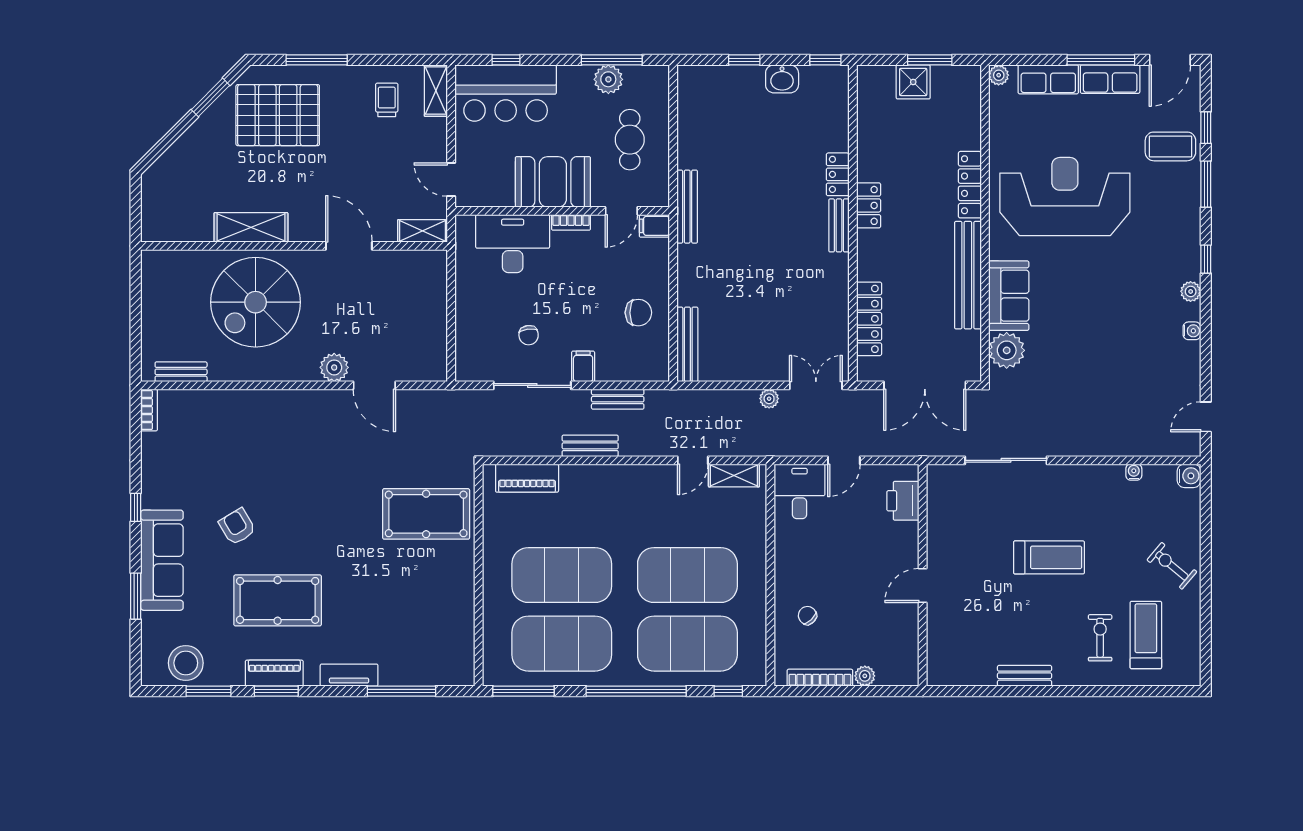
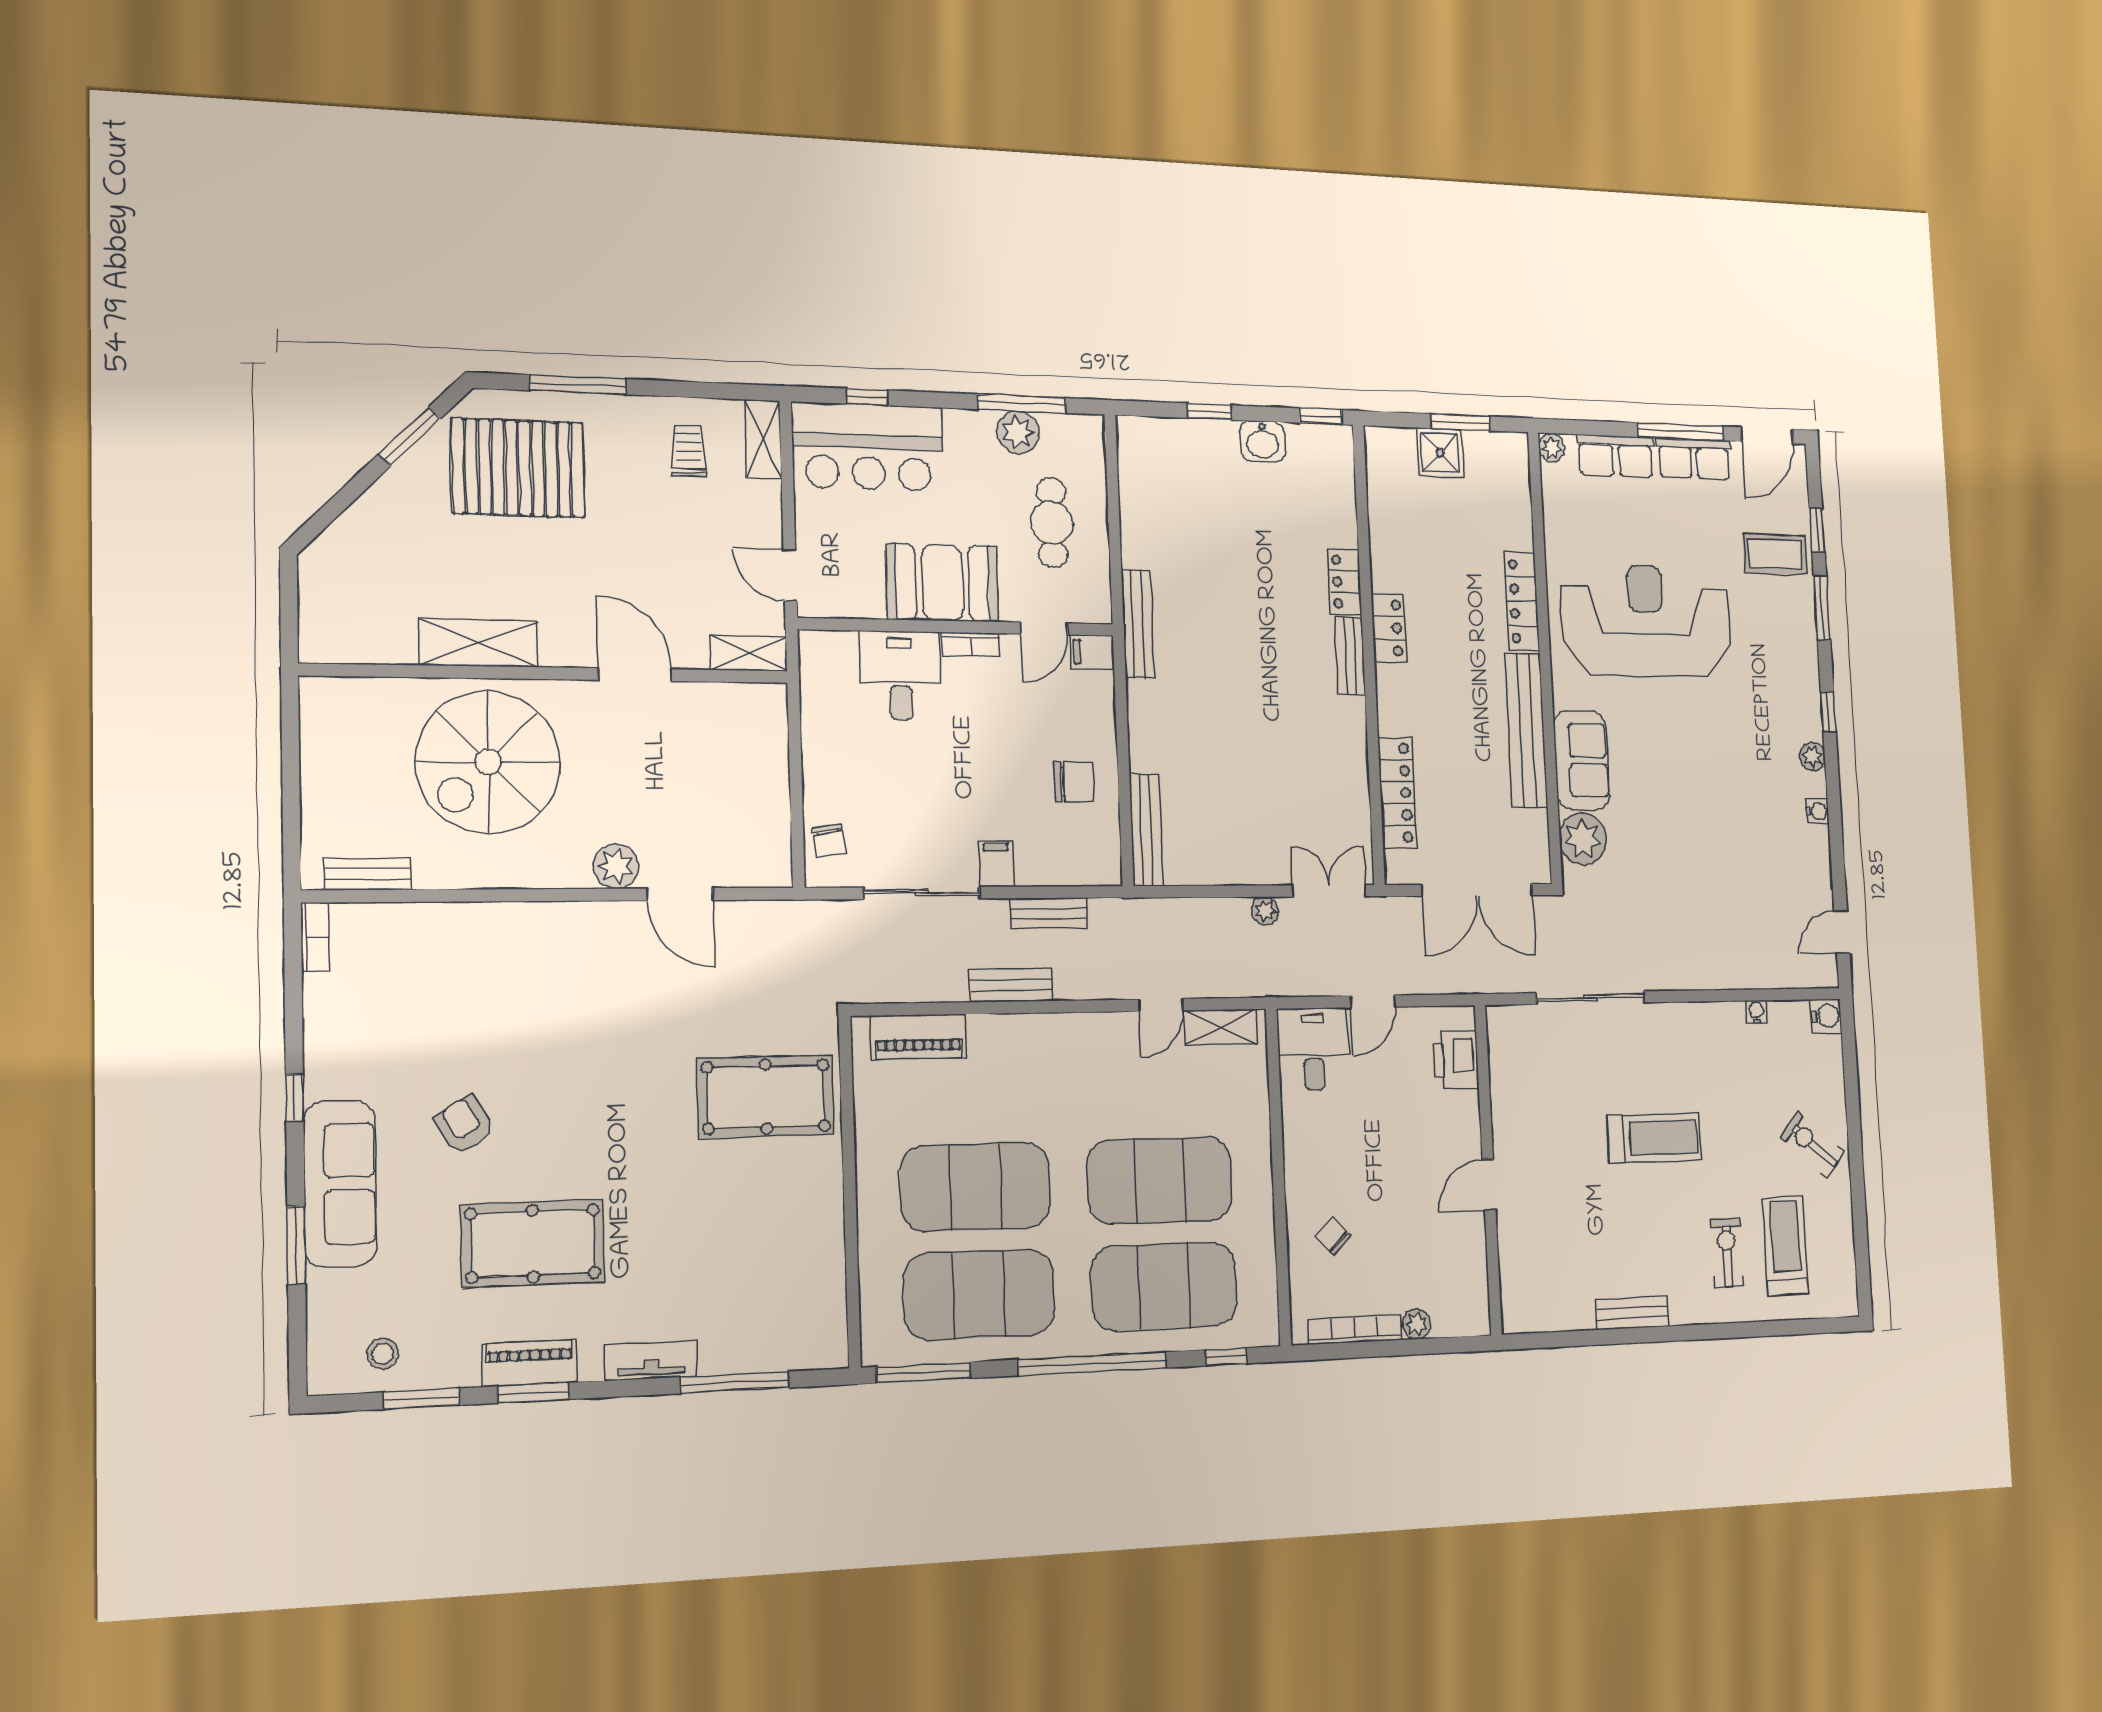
desk: (513, 244) -> (900, 675), width x0.73
chair: (529, 335) -> (829, 840), moved
stool: (186, 663) -> (383, 1354), width x0.53, depth x0.53

